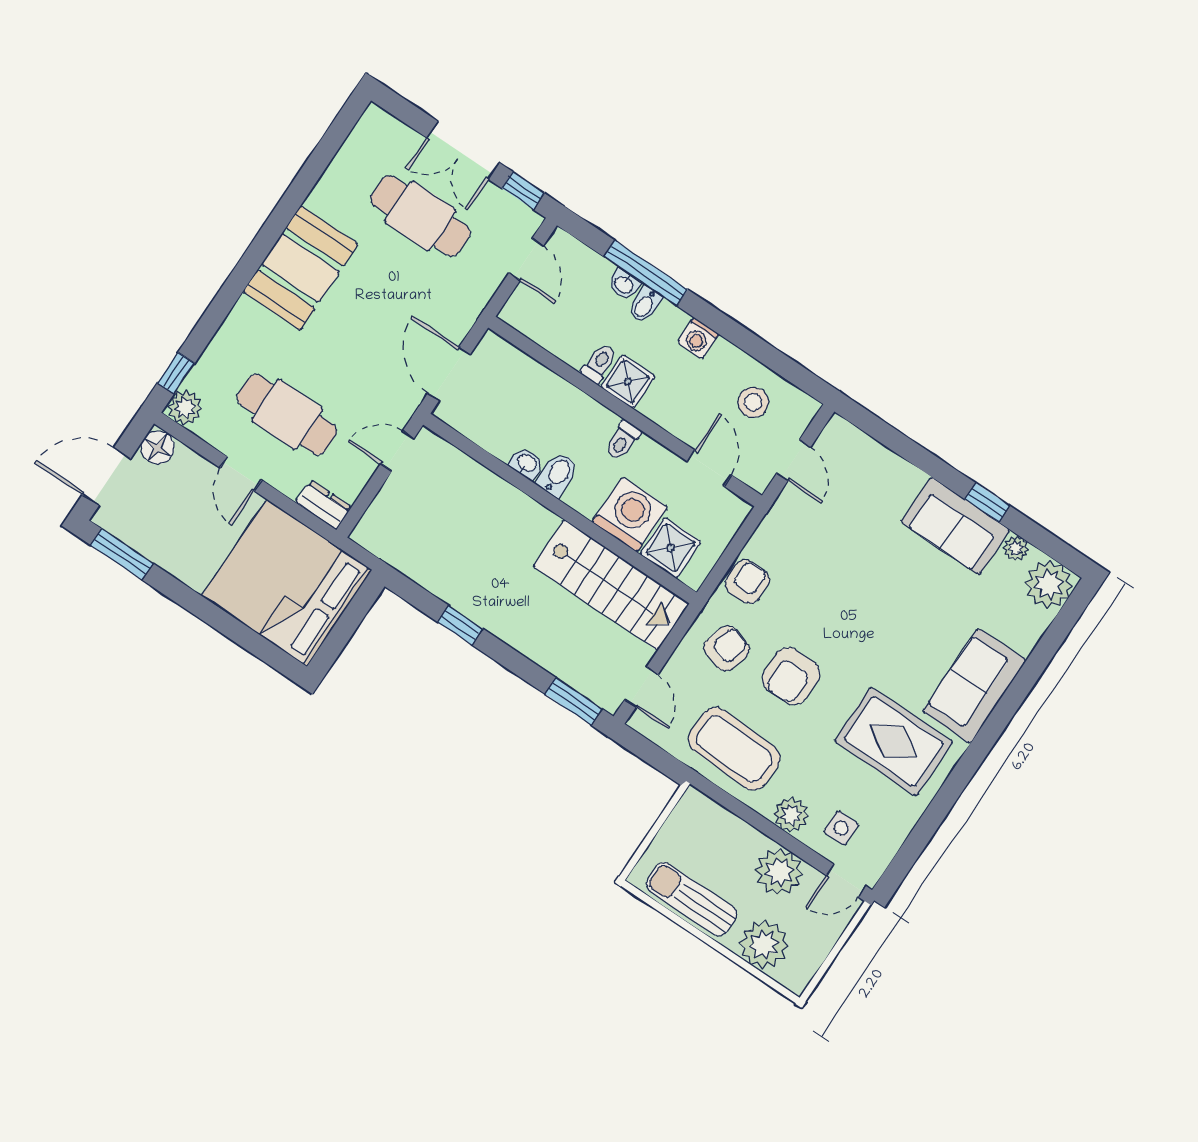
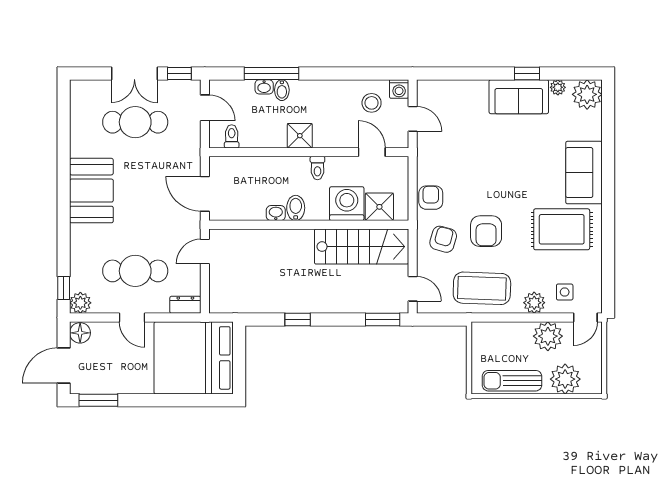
washing machine: (698, 338) -> (399, 89), moved
toilet: (599, 364) -> (232, 136), moved

